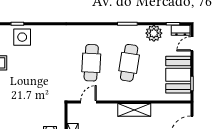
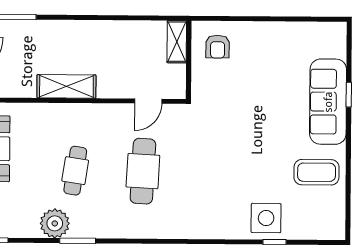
plant: (154, 33) -> (55, 223), moved
cafe table: (129, 63) -> (75, 171), width x0.73, depth x0.74

